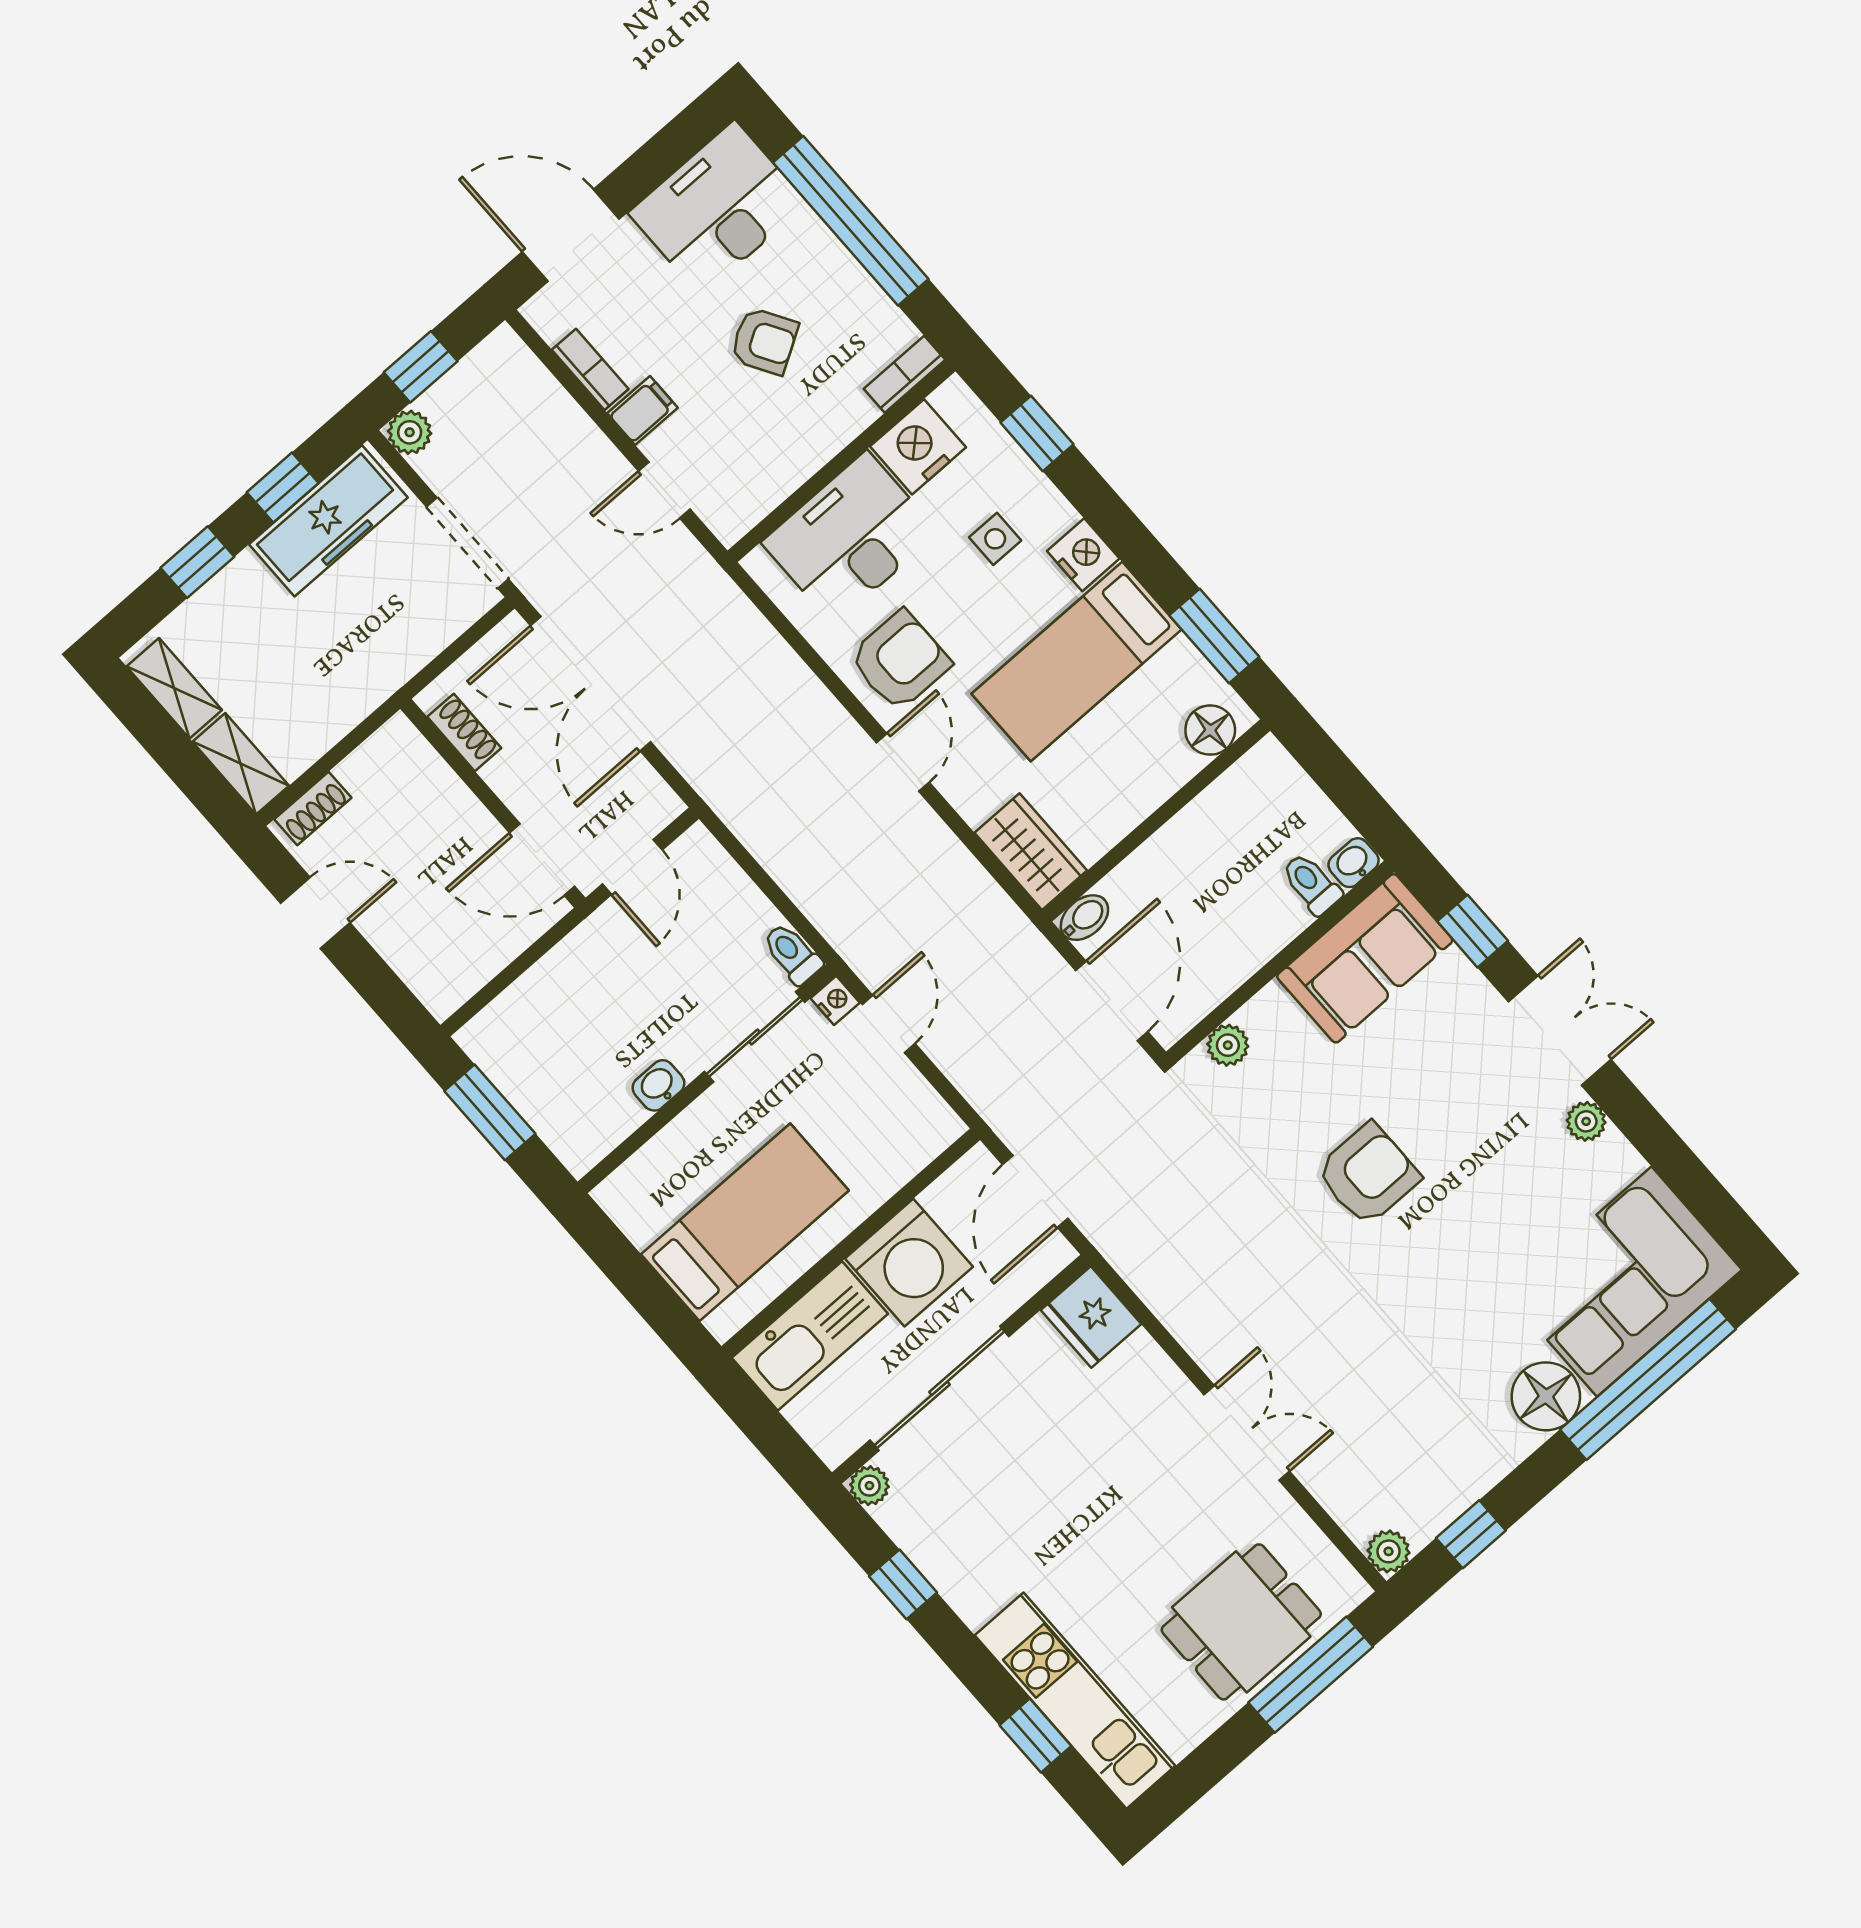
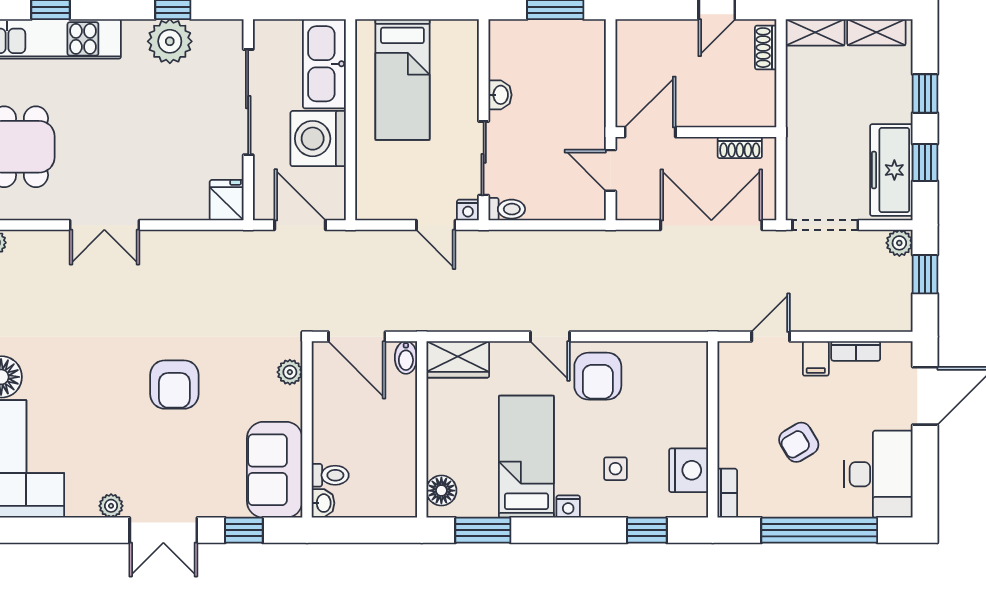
desk: (850, 537) -> (674, 403), removed
nightstand: (1083, 555) -> (568, 507), width x0.72, depth x0.74
fridge: (1091, 1317) -> (227, 200), width x0.72
plant: (869, 1486) -> (170, 41), moved, width x1.88, depth x1.88

